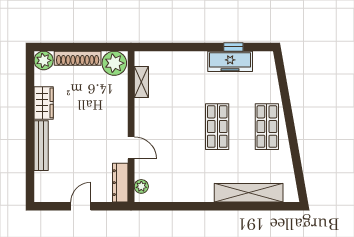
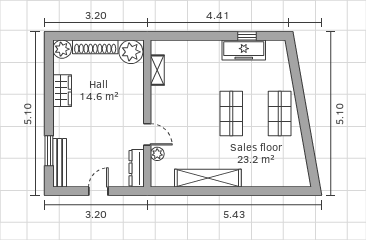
bench: (41, 146) -> (60, 163), moved
window: (30, 165) -> (49, 151), added
plant: (141, 186) -> (157, 154), moved
shelving: (249, 193) -> (208, 178), moved

